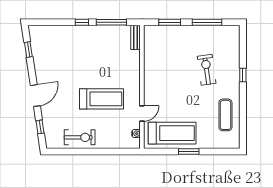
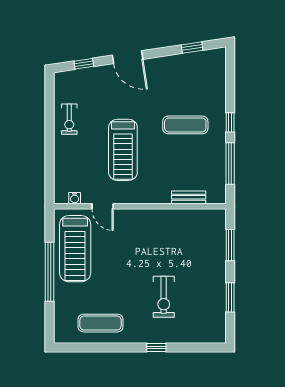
window: (207, 22) -> (230, 297), width x0.69
bench: (135, 37) -> (189, 197), moved
exercise mat: (84, 54) -> (185, 125), added
exercise bike: (207, 70) -> (164, 297), turned 98
exercise bike: (80, 137) -> (69, 119), width x0.73, depth x0.72
window: (189, 151) -> (49, 272), width x2.11

